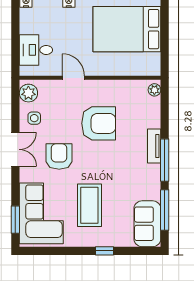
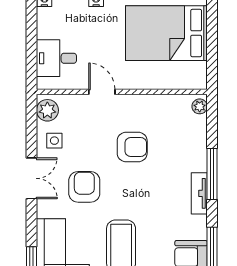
armchair: (99, 123) -> (132, 147), width x0.73, depth x0.73
tv unit: (154, 146) -> (199, 193), moved
window: (165, 160) -> (212, 174), moved

